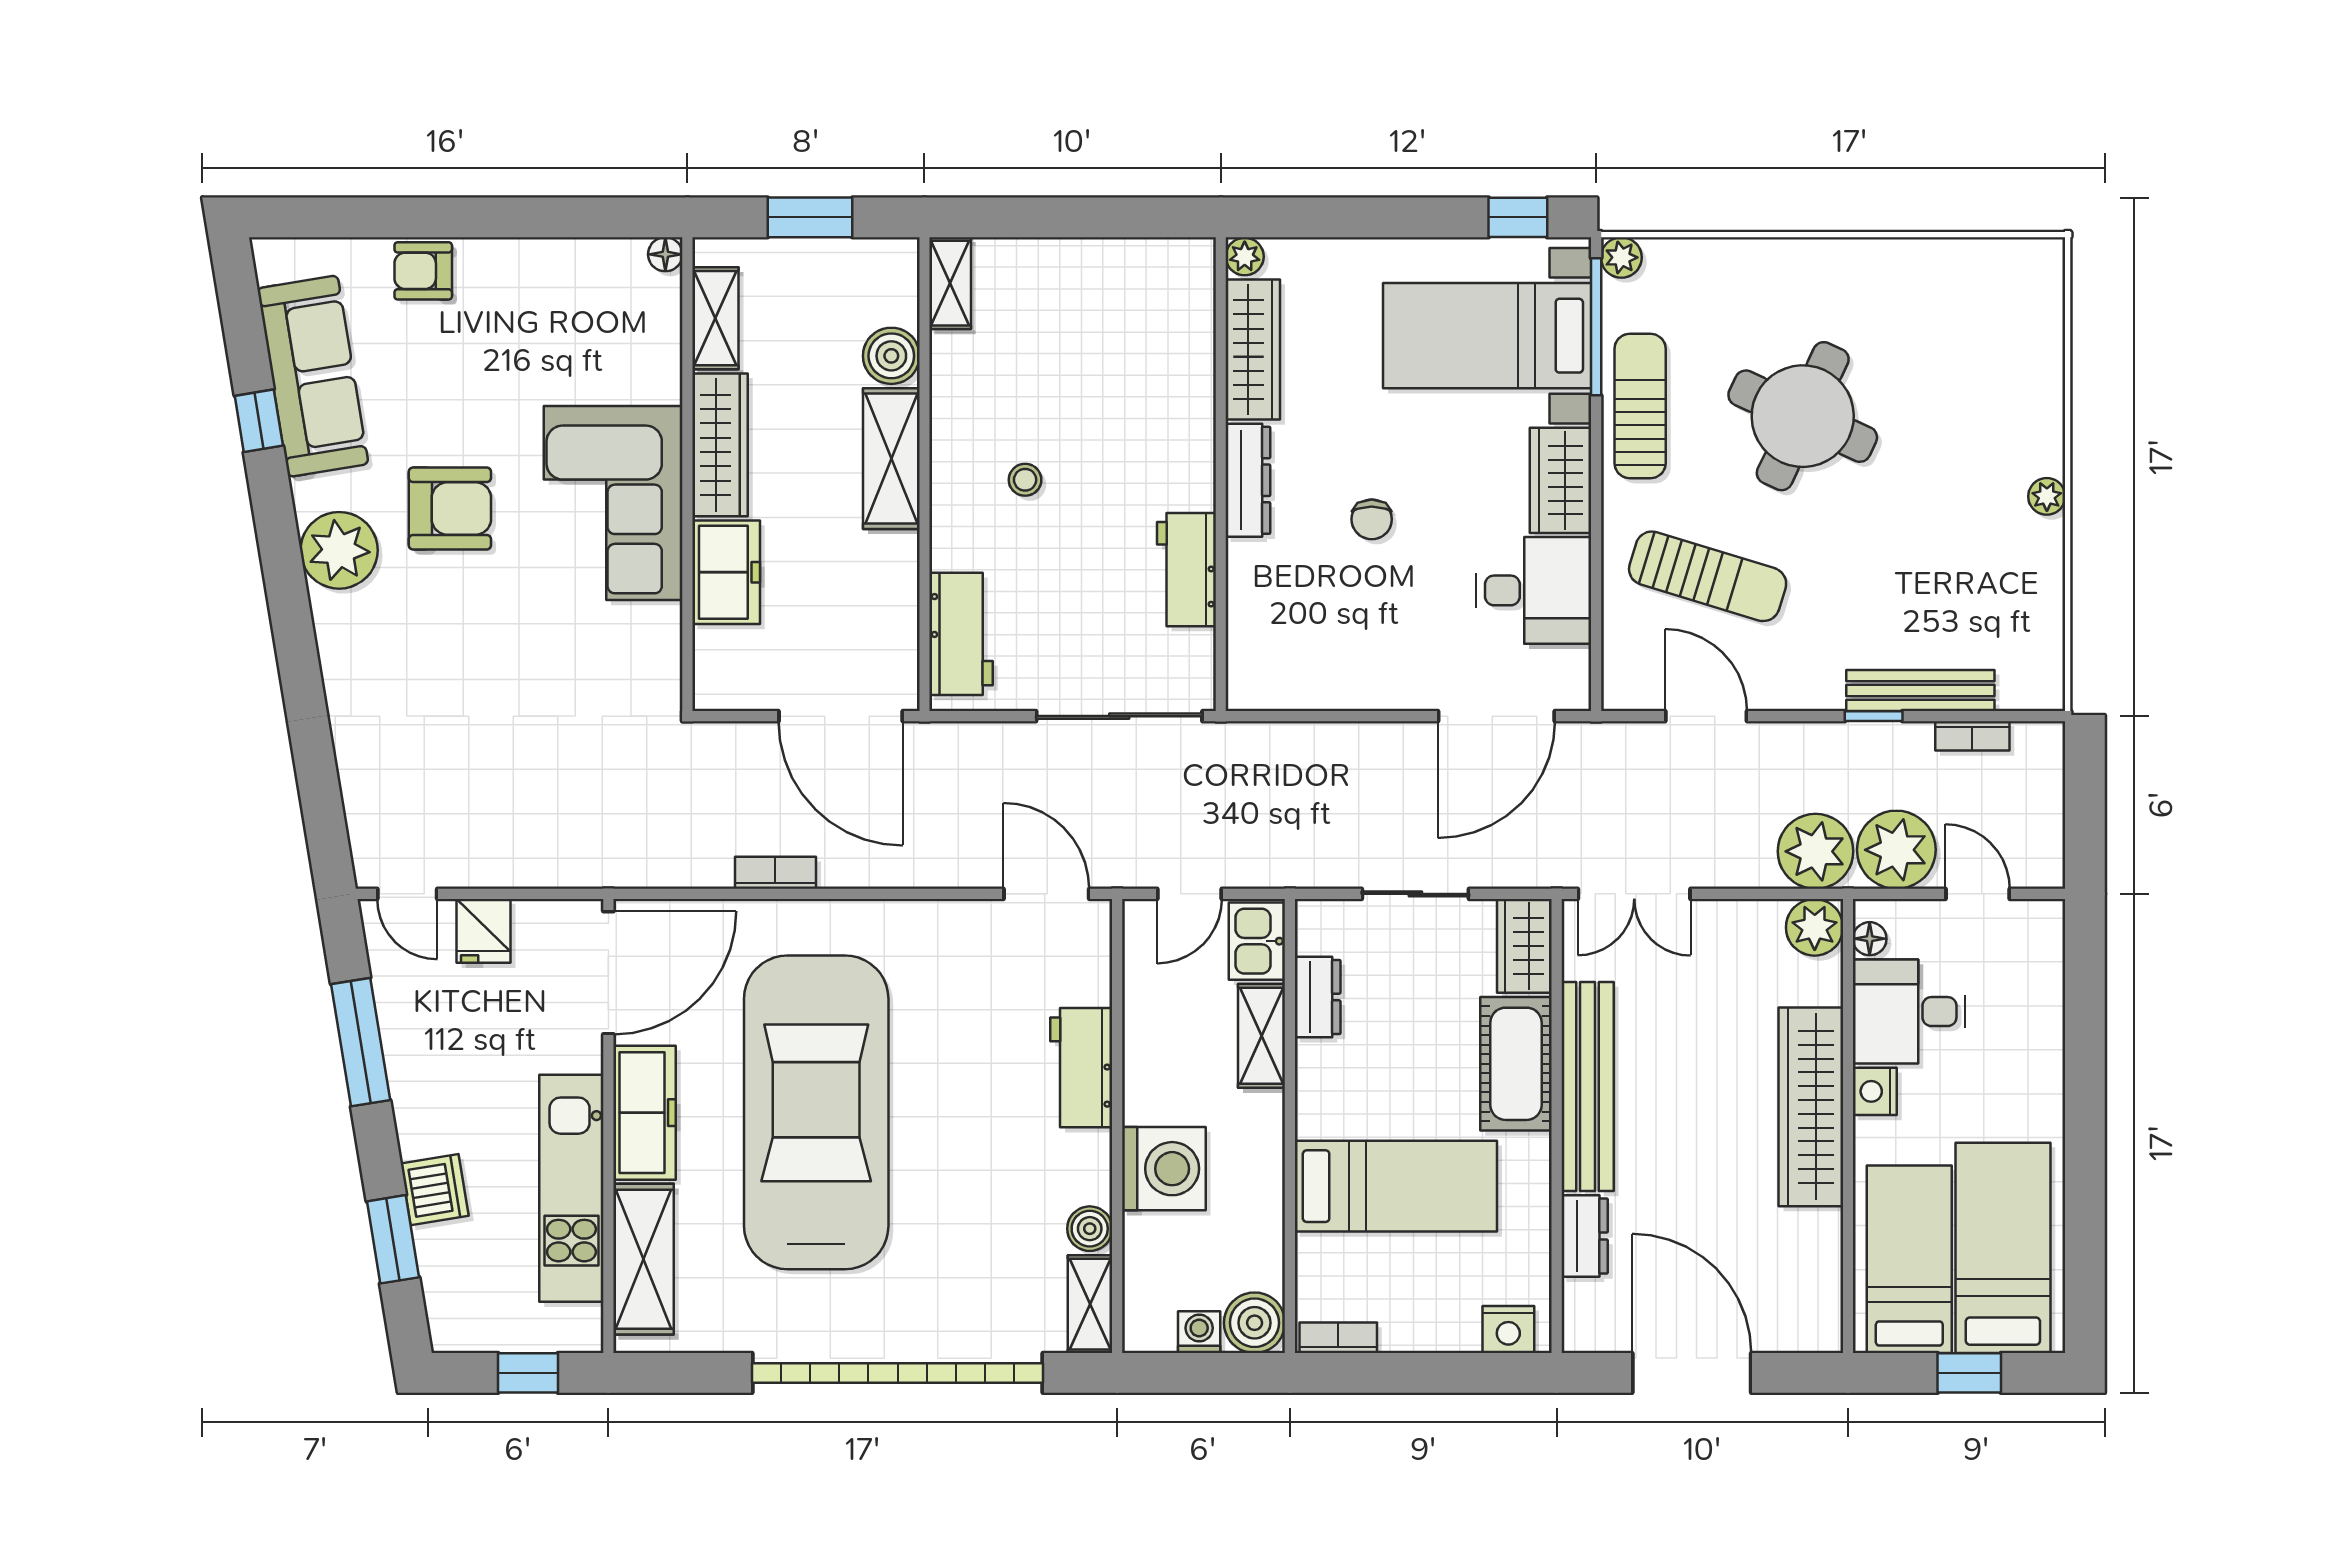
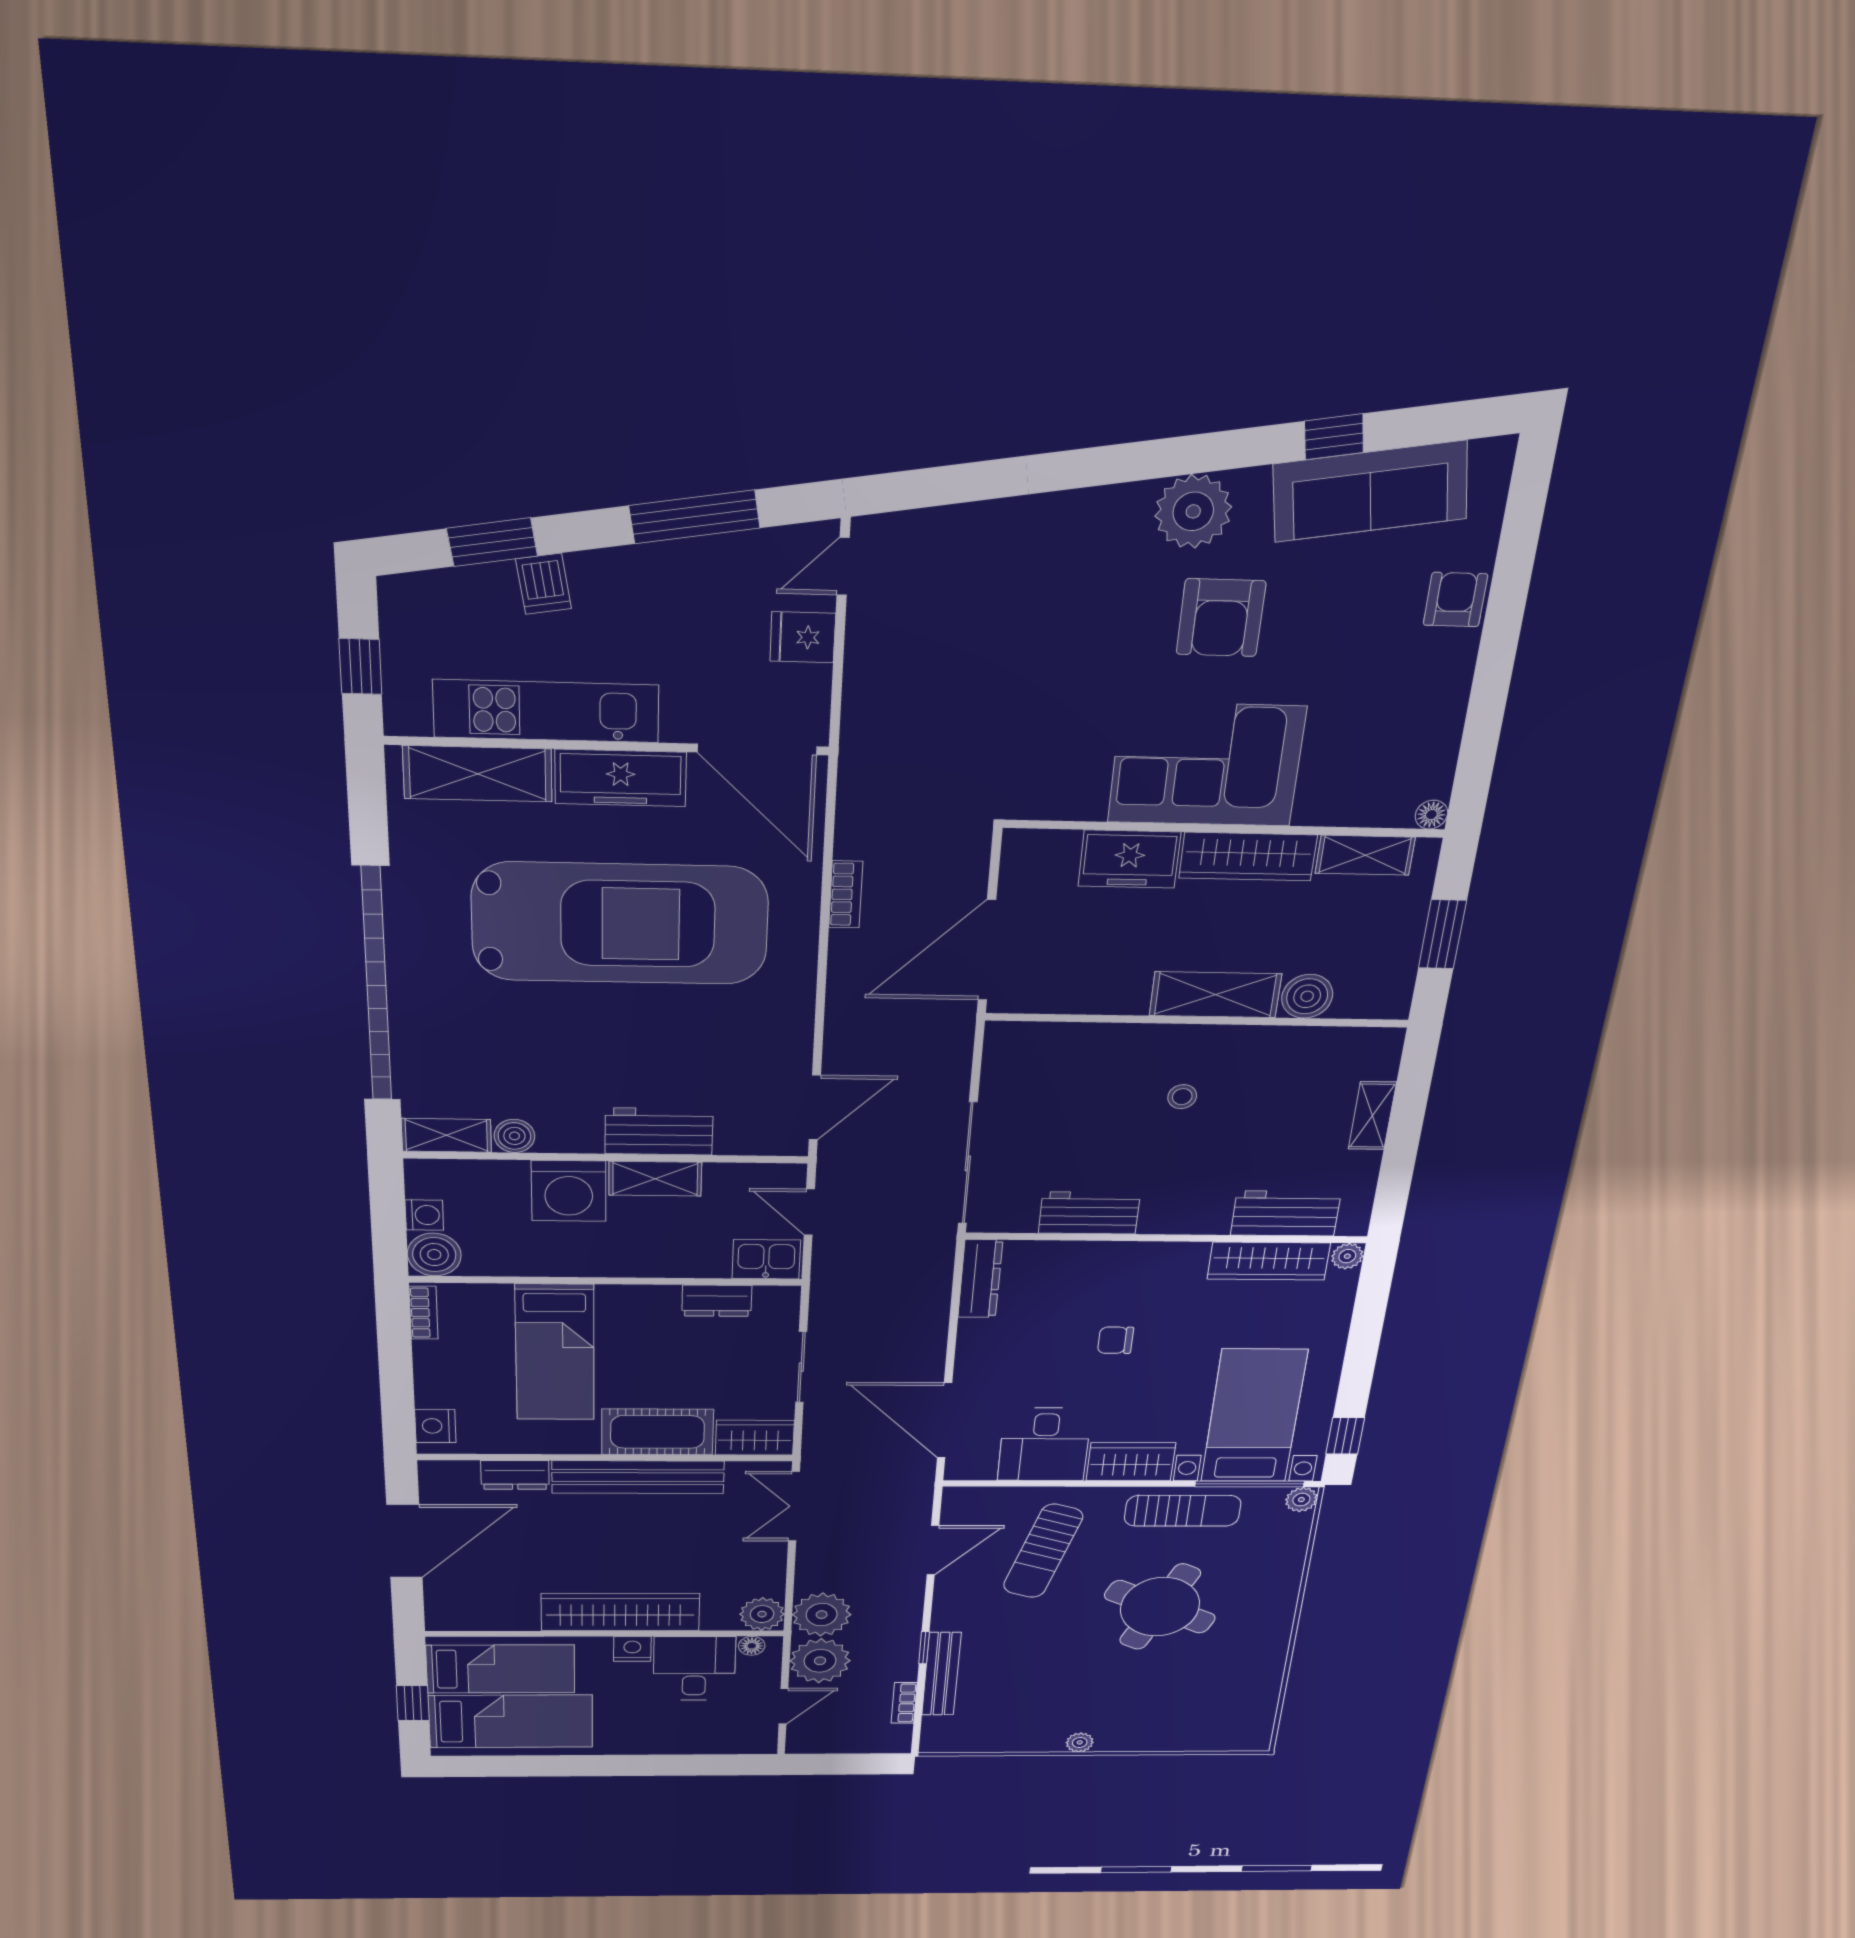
shelving: (950, 283) -> (1372, 1116), moved, turned 90
dresser: (1248, 480) -> (980, 1279), moved, turned -90
workbench: (961, 634) -> (1286, 1213), moved, turned 180
shelving: (1262, 1036) -> (655, 1179), moved
dishwasher: (435, 1190) -> (544, 584), width x0.73

